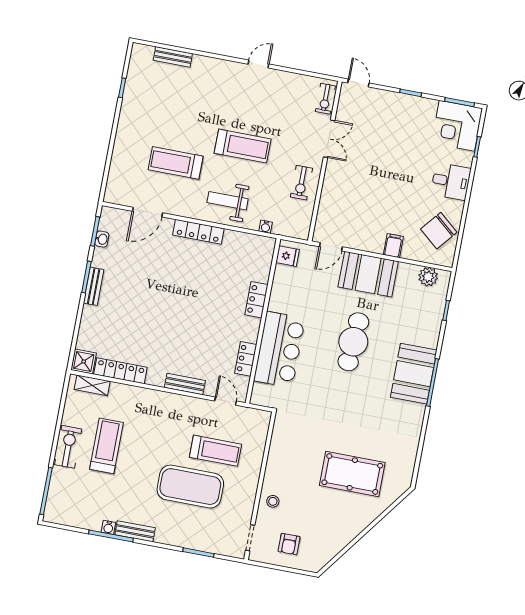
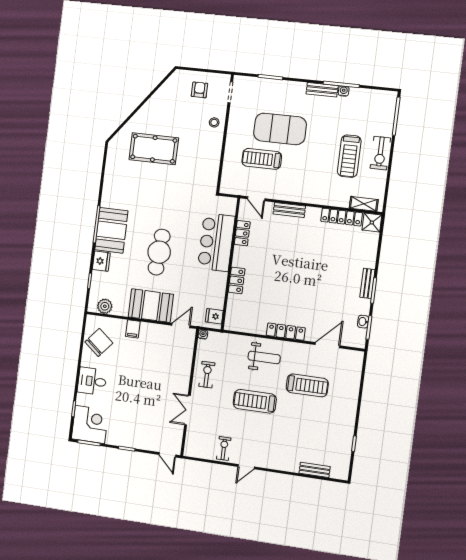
exercise bike: (325, 99) -> (224, 448), moved
water cooler: (266, 227) -> (203, 334), moved
fridge: (429, 335) -> (101, 261), added

